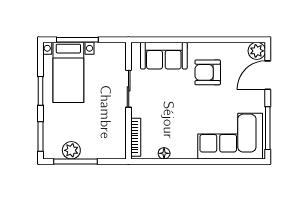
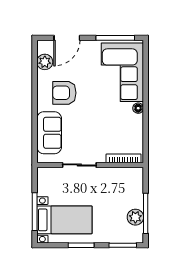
plant: (257, 51) -> (45, 62), moved
armchair: (208, 72) -> (64, 93), turned 90
door: (268, 75) -> (67, 38), hinge flipped
floor lamp: (164, 153) -> (138, 108), moved

